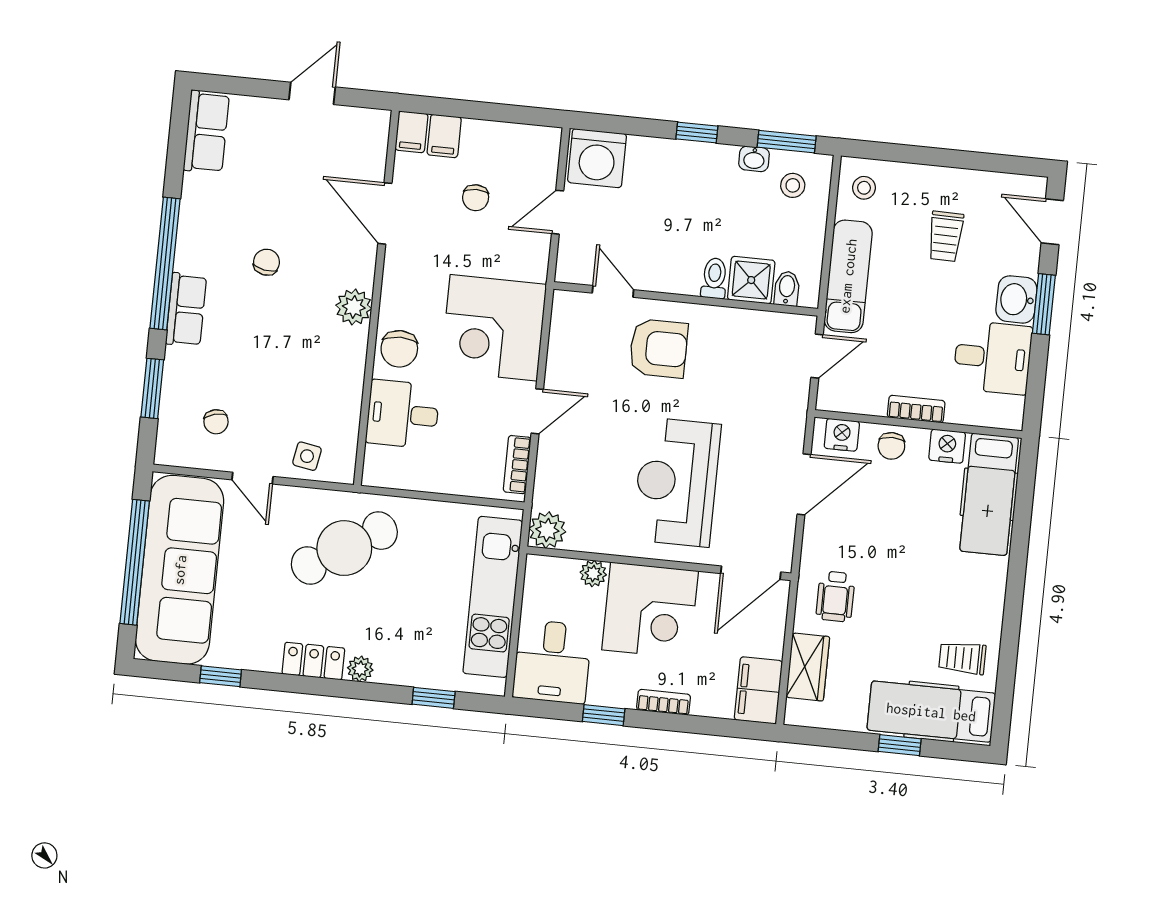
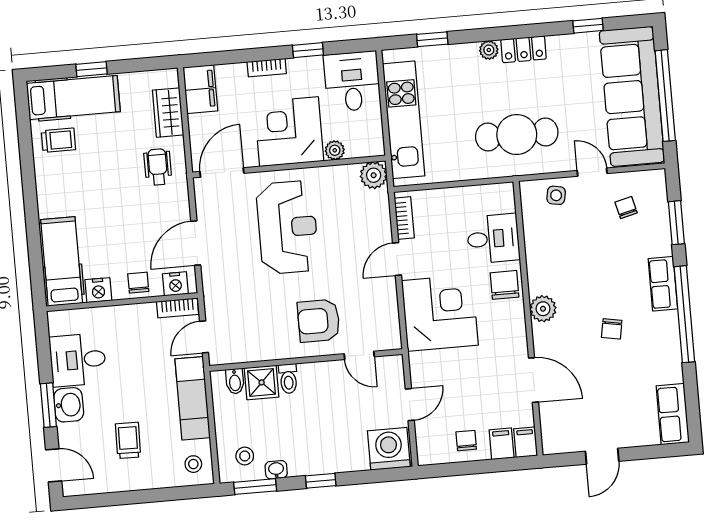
chair: (476, 198) -> (466, 441), moved
bookcase: (916, 409) -> (178, 308), moved
cafe table: (344, 548) -> (517, 135), turned 32

